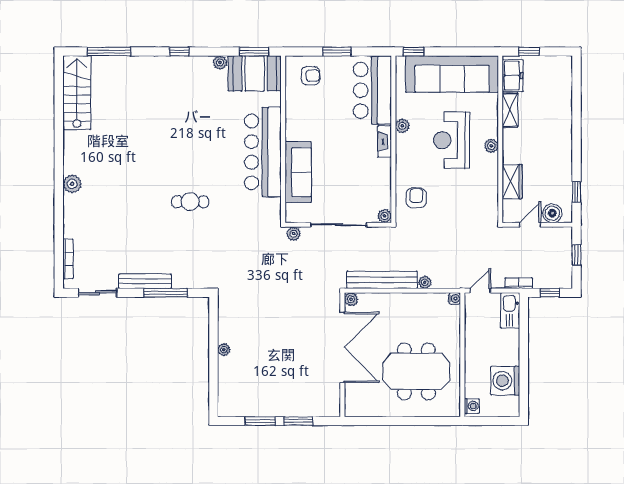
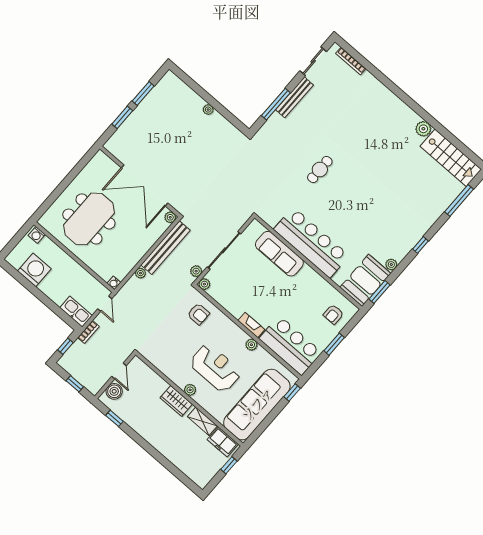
wardrobe: (512, 182) -> (176, 401), moved
plant: (72, 184) -> (423, 129), moved
plant: (294, 234) -> (196, 271), moved

